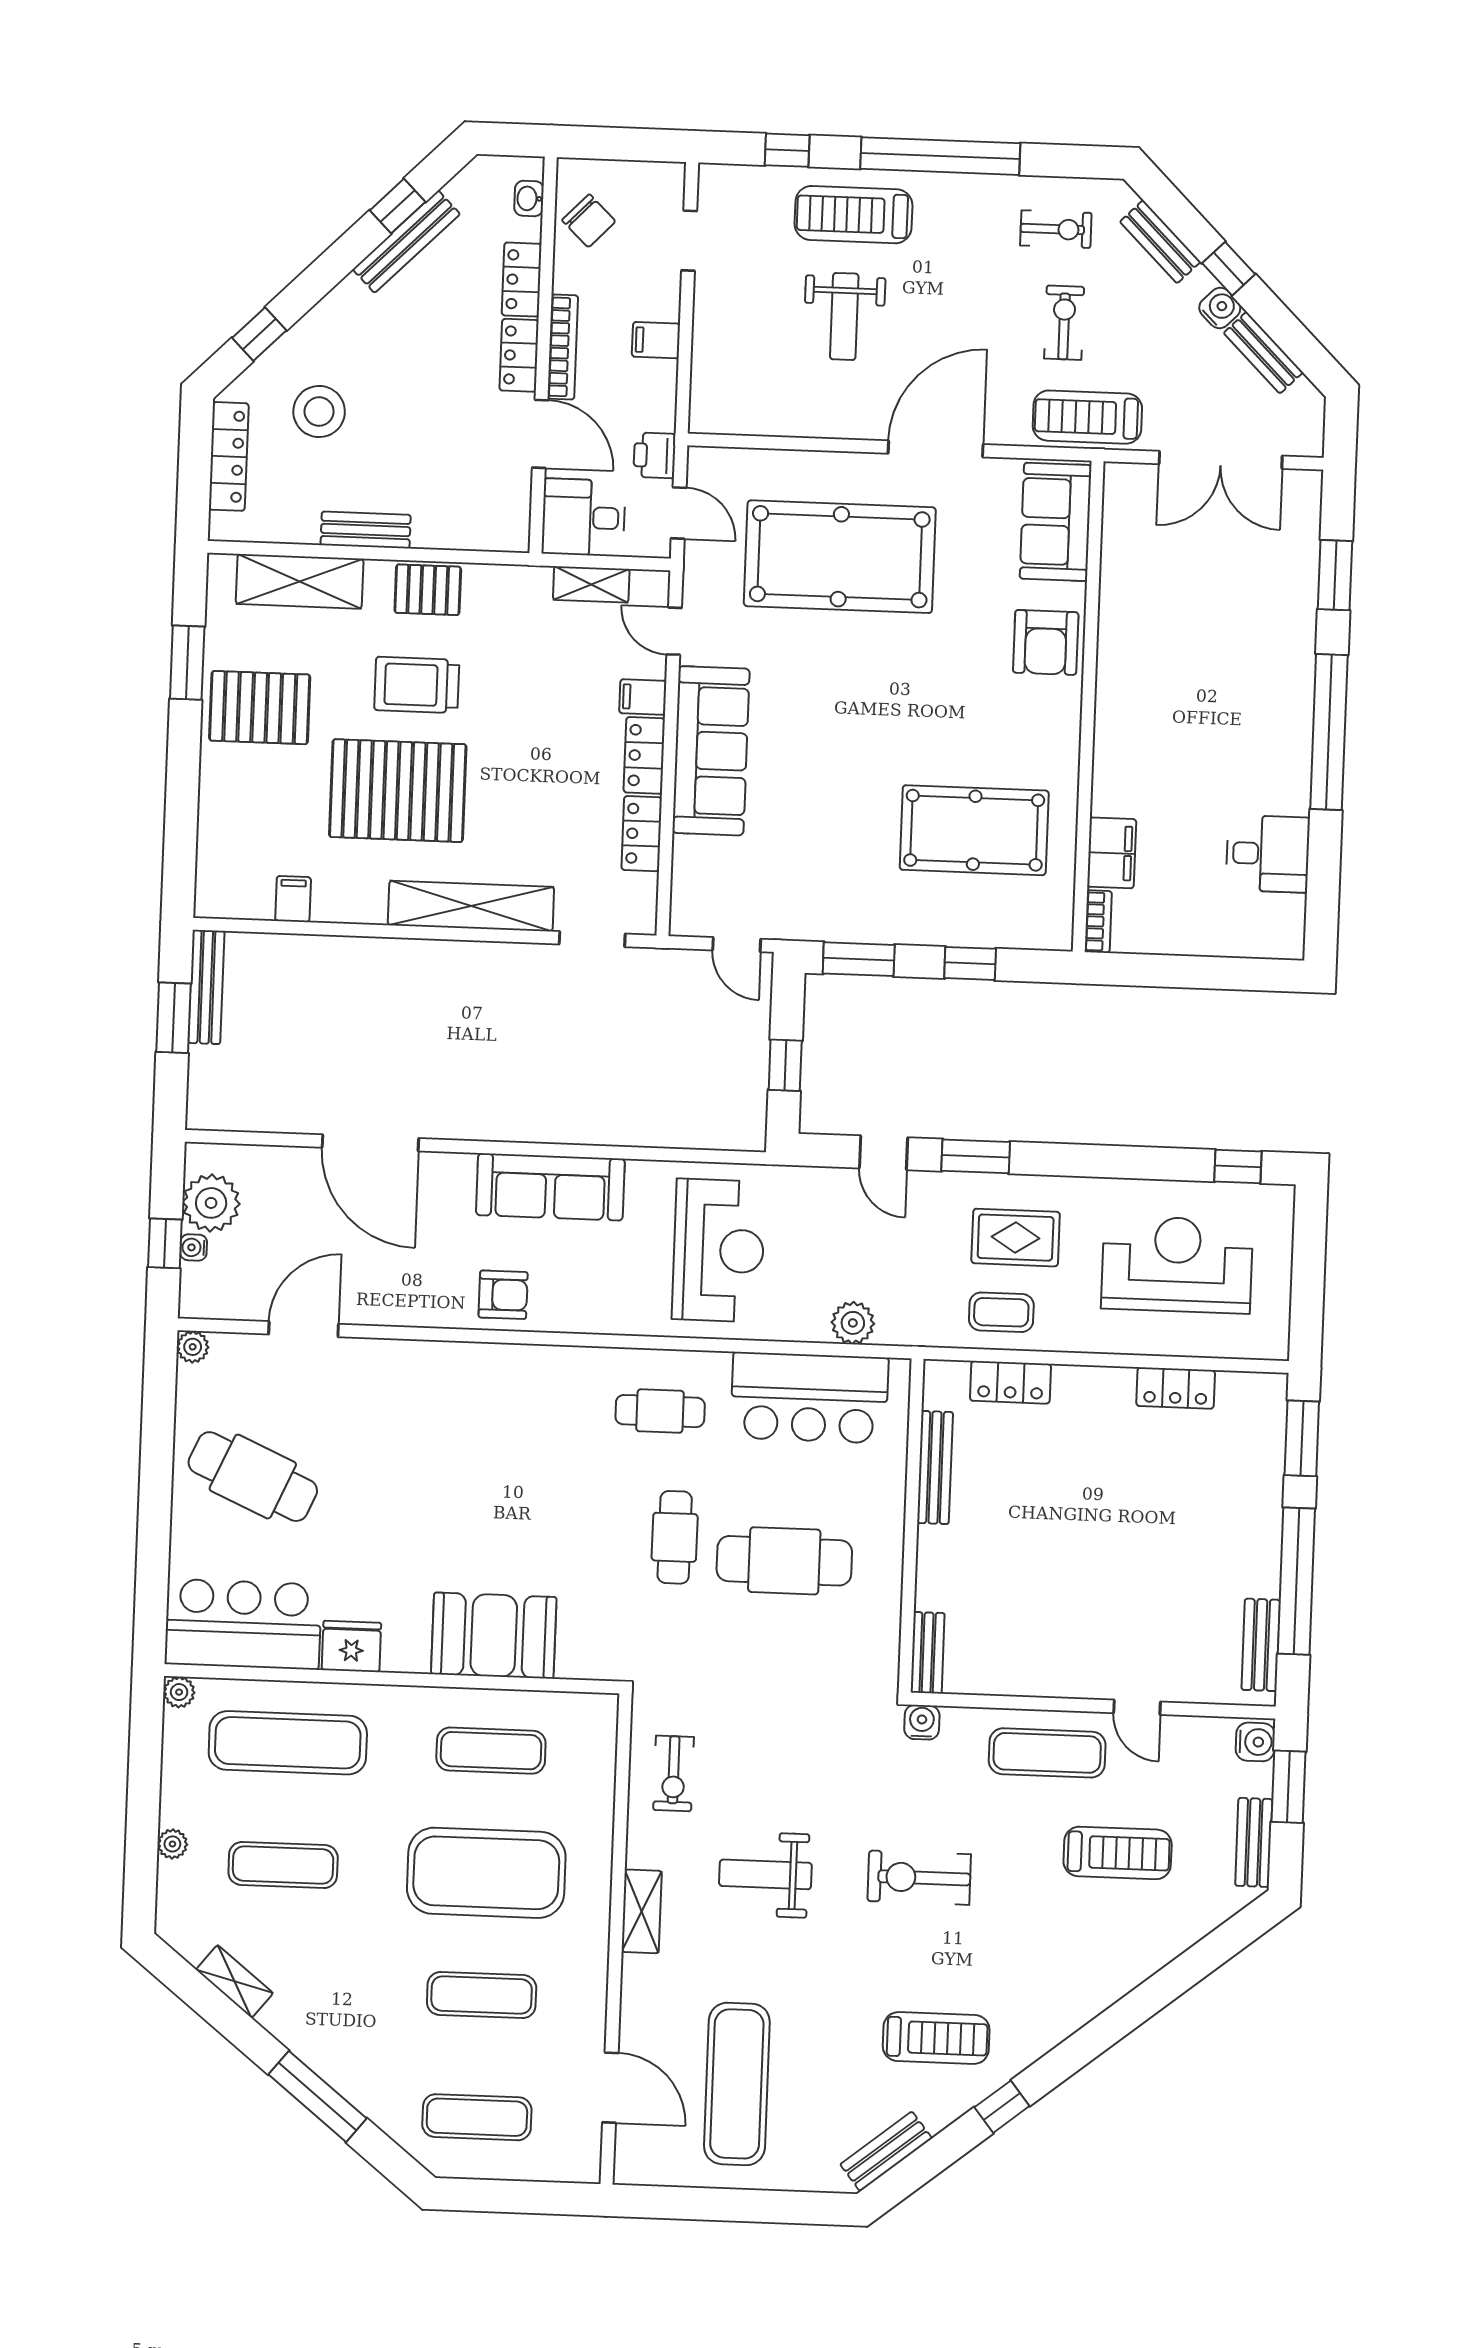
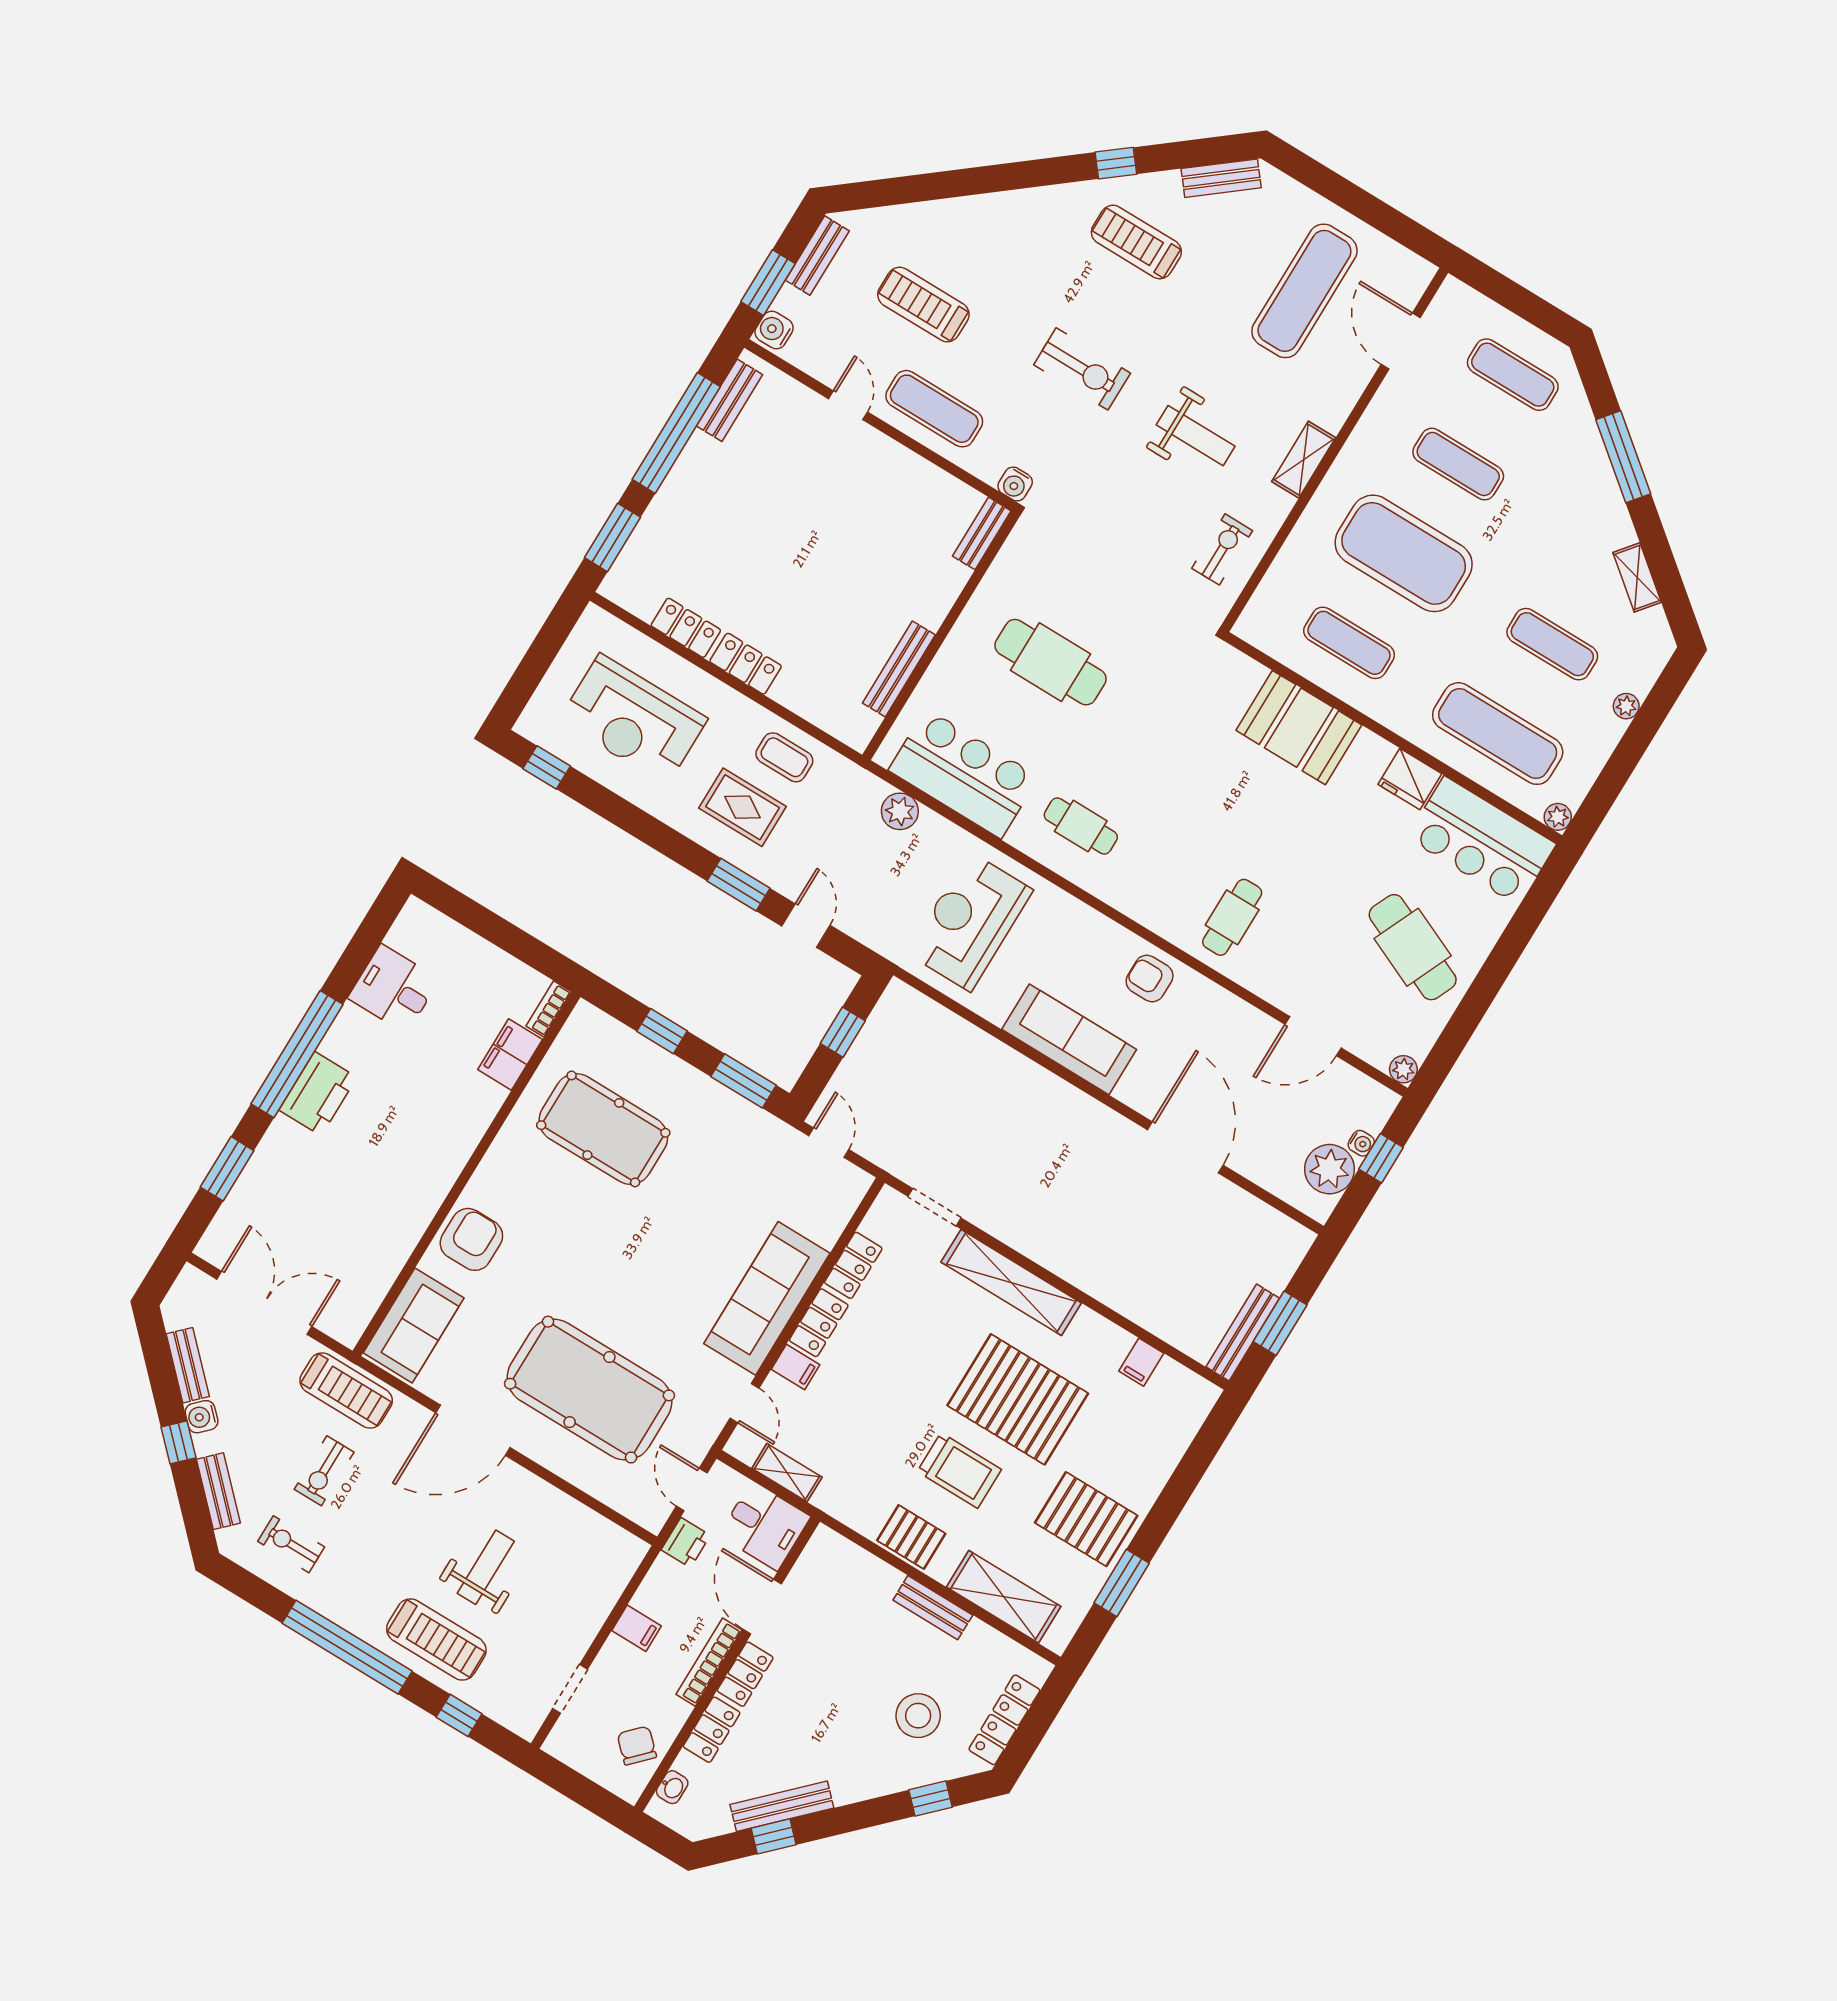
printer: (1285, 704) -> (318, 1094), added
locker: (1010, 1382) -> (746, 664), moved
cafe table: (675, 1537) -> (1232, 917), moved

